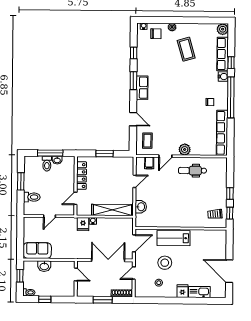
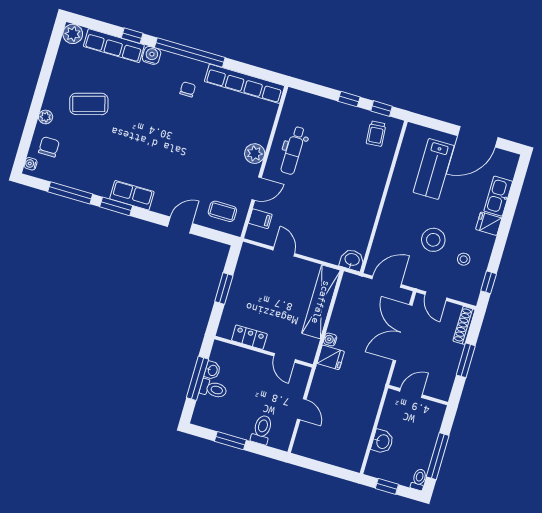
window: (134, 53) -> (70, 193), width x2.17
door: (165, 156) -> (257, 189), hinge flipped
locker: (81, 176) -> (249, 337), width x0.66
washbasin: (141, 207) -> (352, 260), moved
lab bench: (174, 238) -> (434, 169), moved
door: (134, 243) -> (387, 282), hinge flipped
sofa: (37, 251) -> (353, 446), removed
window: (45, 299) -> (438, 456), width x2.17
window: (150, 300) -> (489, 282), added

